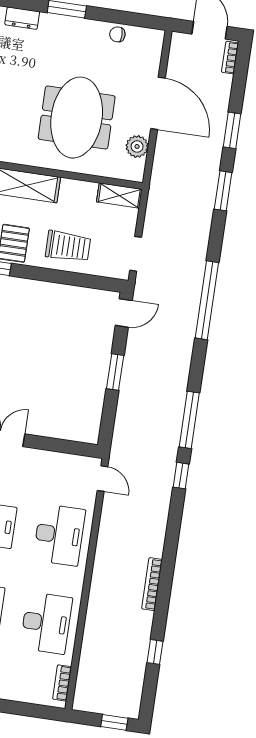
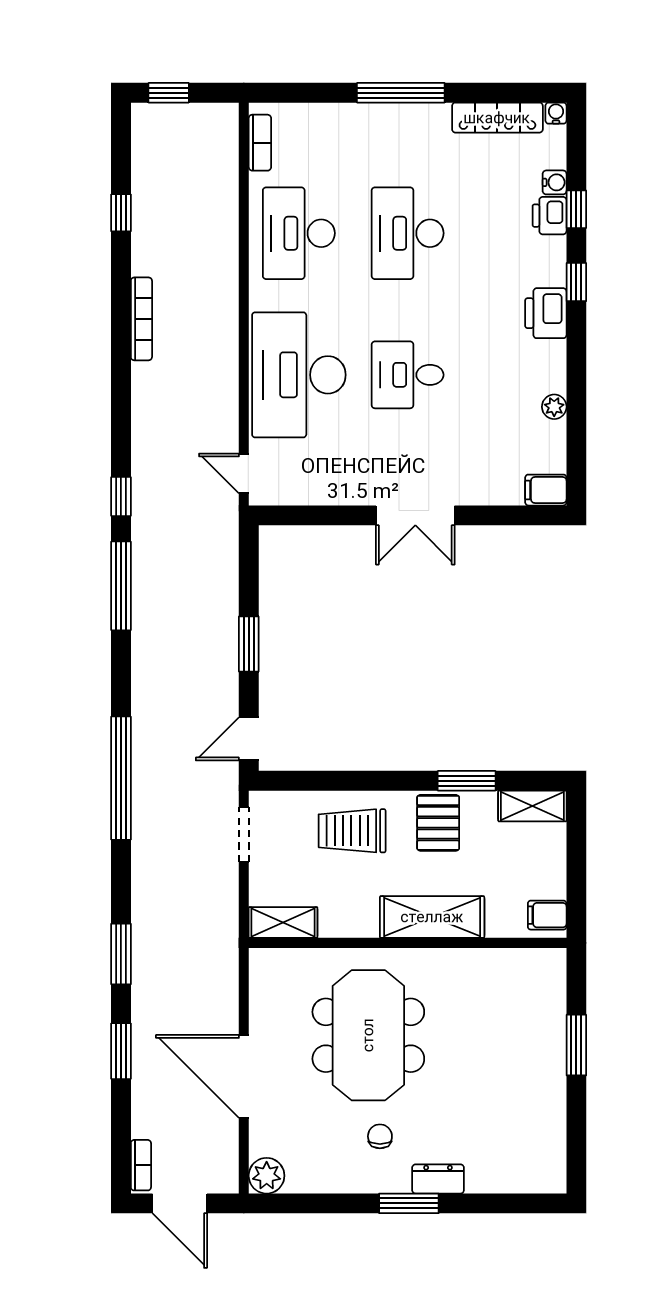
dresser: (22, 18) -> (438, 1179), moved
chair: (117, 34) -> (380, 1136), moved, turned -90
plant: (137, 146) -> (267, 1176), moved
desk: (59, 535) -> (299, 375), width x1.36, depth x1.30

